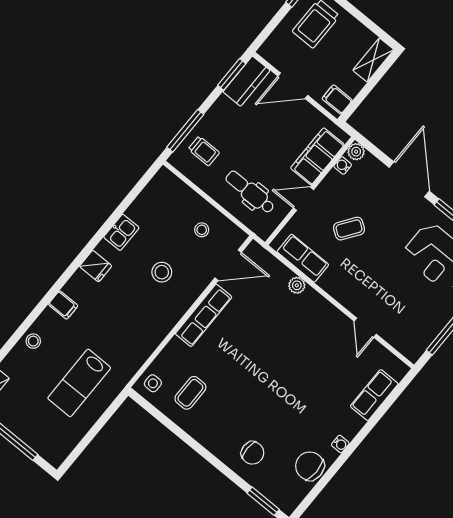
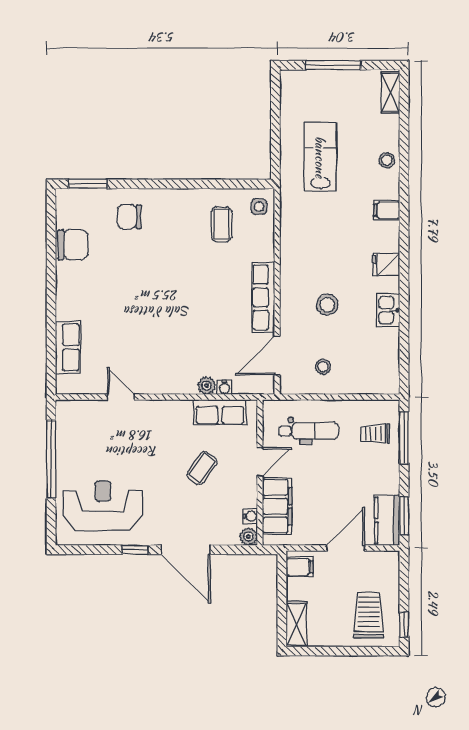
water cooler: (340, 444) -> (224, 387), moved, turned -90

